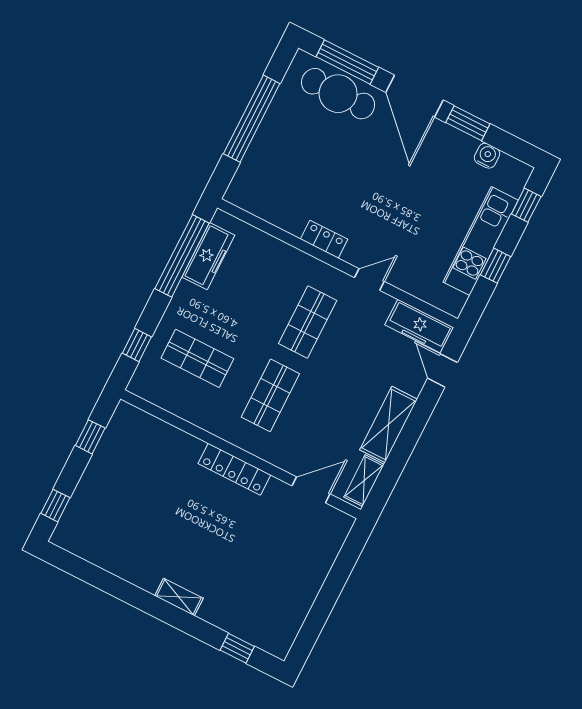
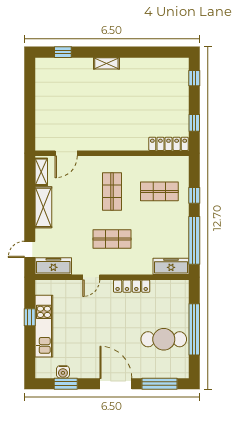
cafe table: (338, 94) -> (164, 339), moved
window: (468, 123) -> (66, 384), moved
window: (526, 205) -> (30, 357), removed
locker: (324, 239) -> (132, 286), width x1.53
freezer: (208, 256) -> (171, 266), moved, turned 90
shop shelf: (308, 322) -> (112, 239), turned 90
window: (137, 345) -> (194, 195), moved
door: (442, 370) -> (30, 249), swing flipped
locker: (234, 469) -> (169, 144), moved

